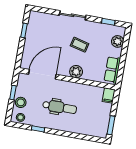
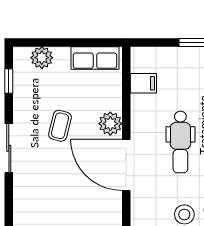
door: (42, 74) -> (126, 165), moved
filing cabinet: (109, 96) -> (143, 83), moved
dental chair: (60, 107) -> (180, 142), turned 180

